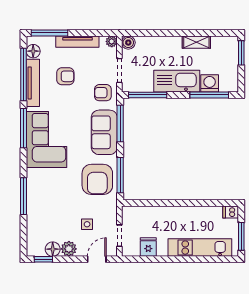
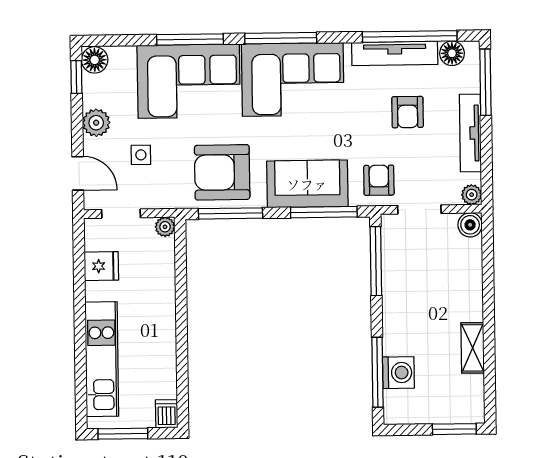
kitchen sink: (177, 81) -> (402, 313), removed
window: (24, 128) -> (281, 38), moved
corner sofa: (47, 197) -> (189, 81), added
plant: (127, 211) -> (165, 227), added
floor lamp: (53, 249) -> (95, 60), moved

